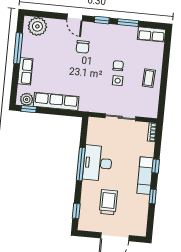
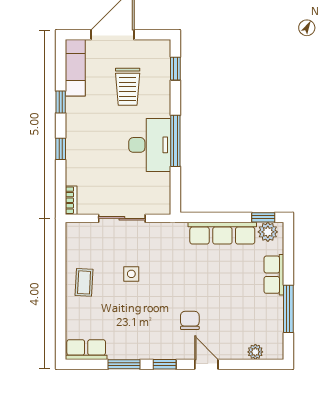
plant: (37, 26) -> (255, 352), width x0.53, depth x0.53
chair: (118, 66) -> (133, 297), removed
exam couch: (145, 176) -> (75, 68), moved

